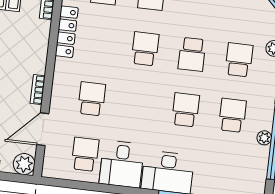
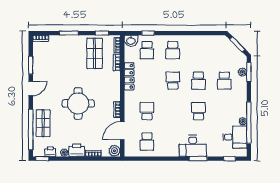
school desk: (239, 60) -> (224, 81), turned 180
school desk: (232, 115) -> (224, 111), removed
school desk: (85, 154) -> (147, 142), turned 180
desk: (122, 164) -> (235, 137), moved, turned -90

